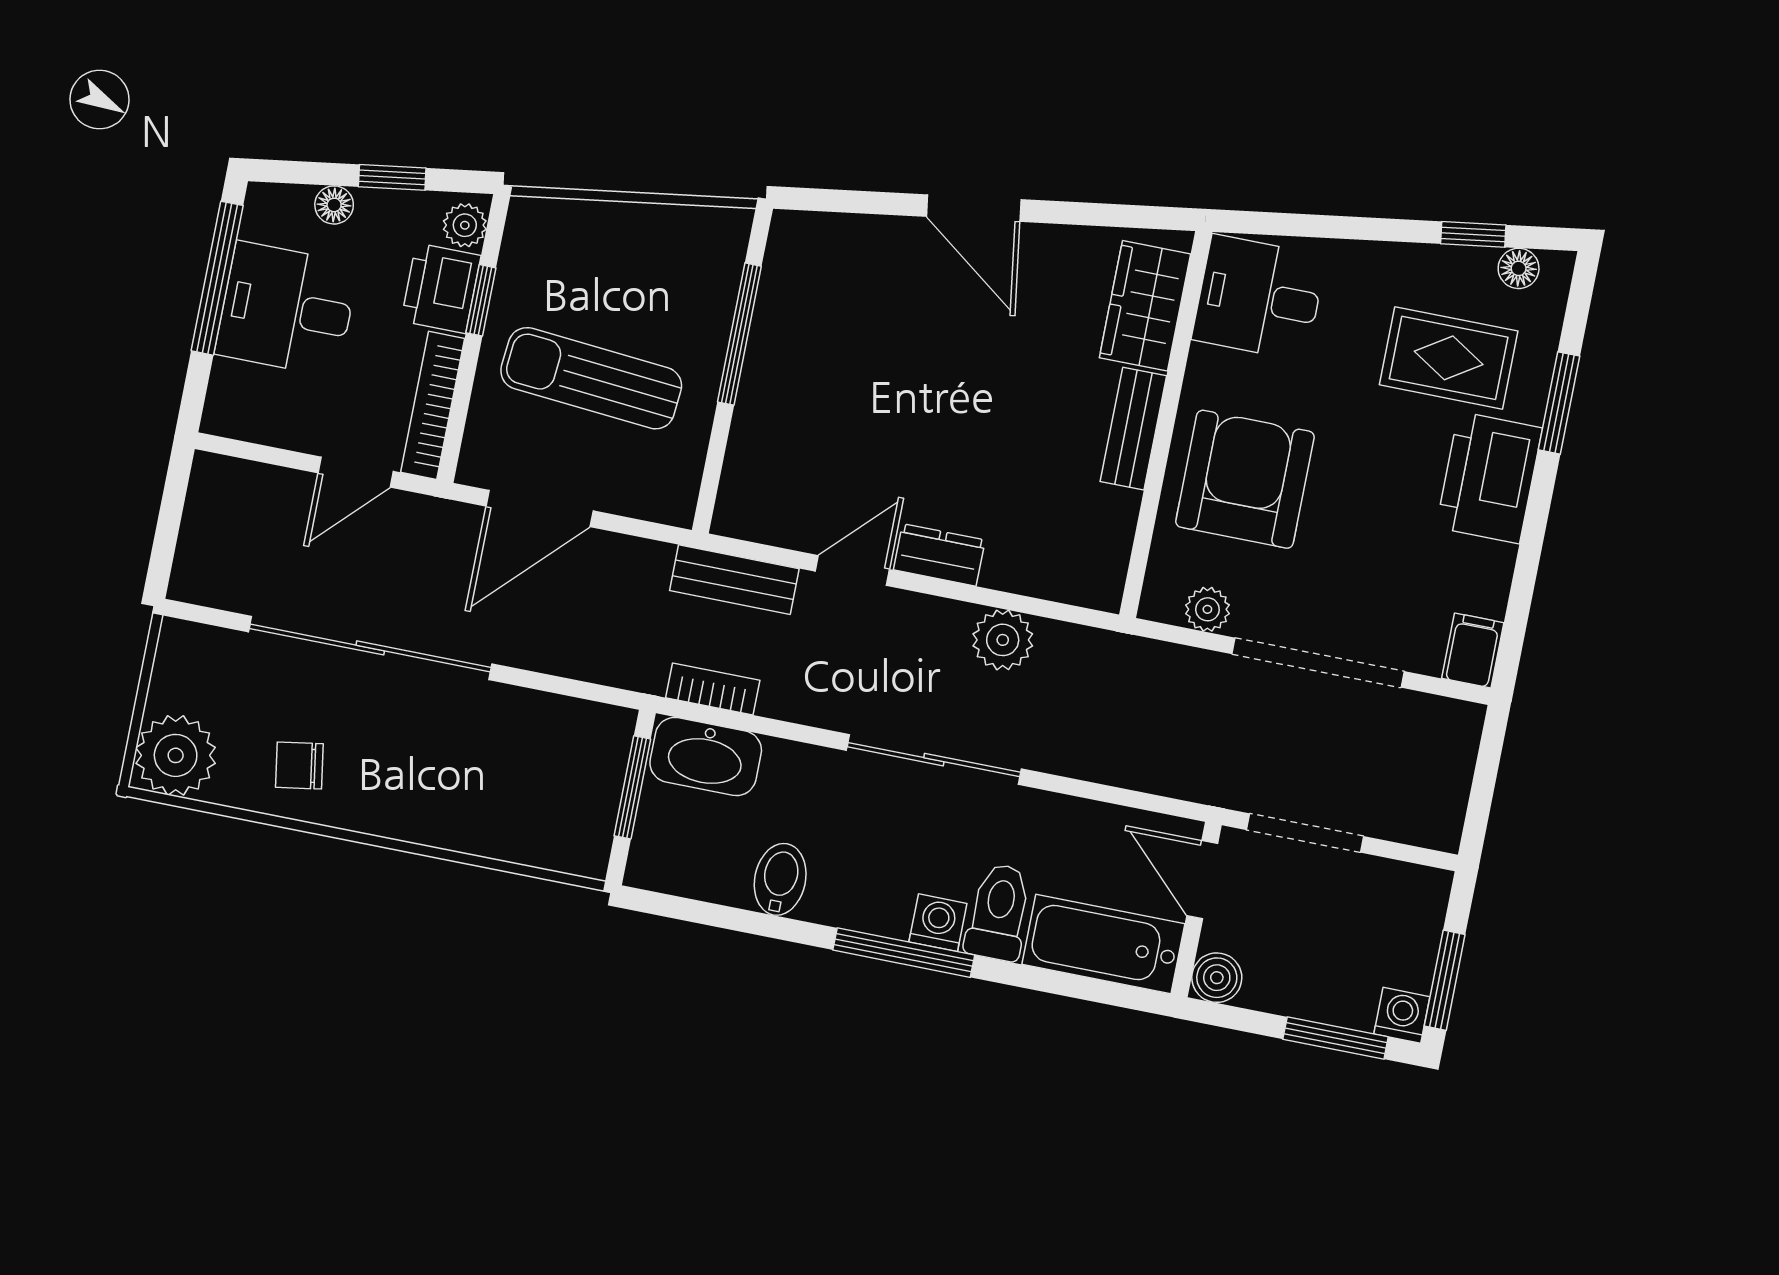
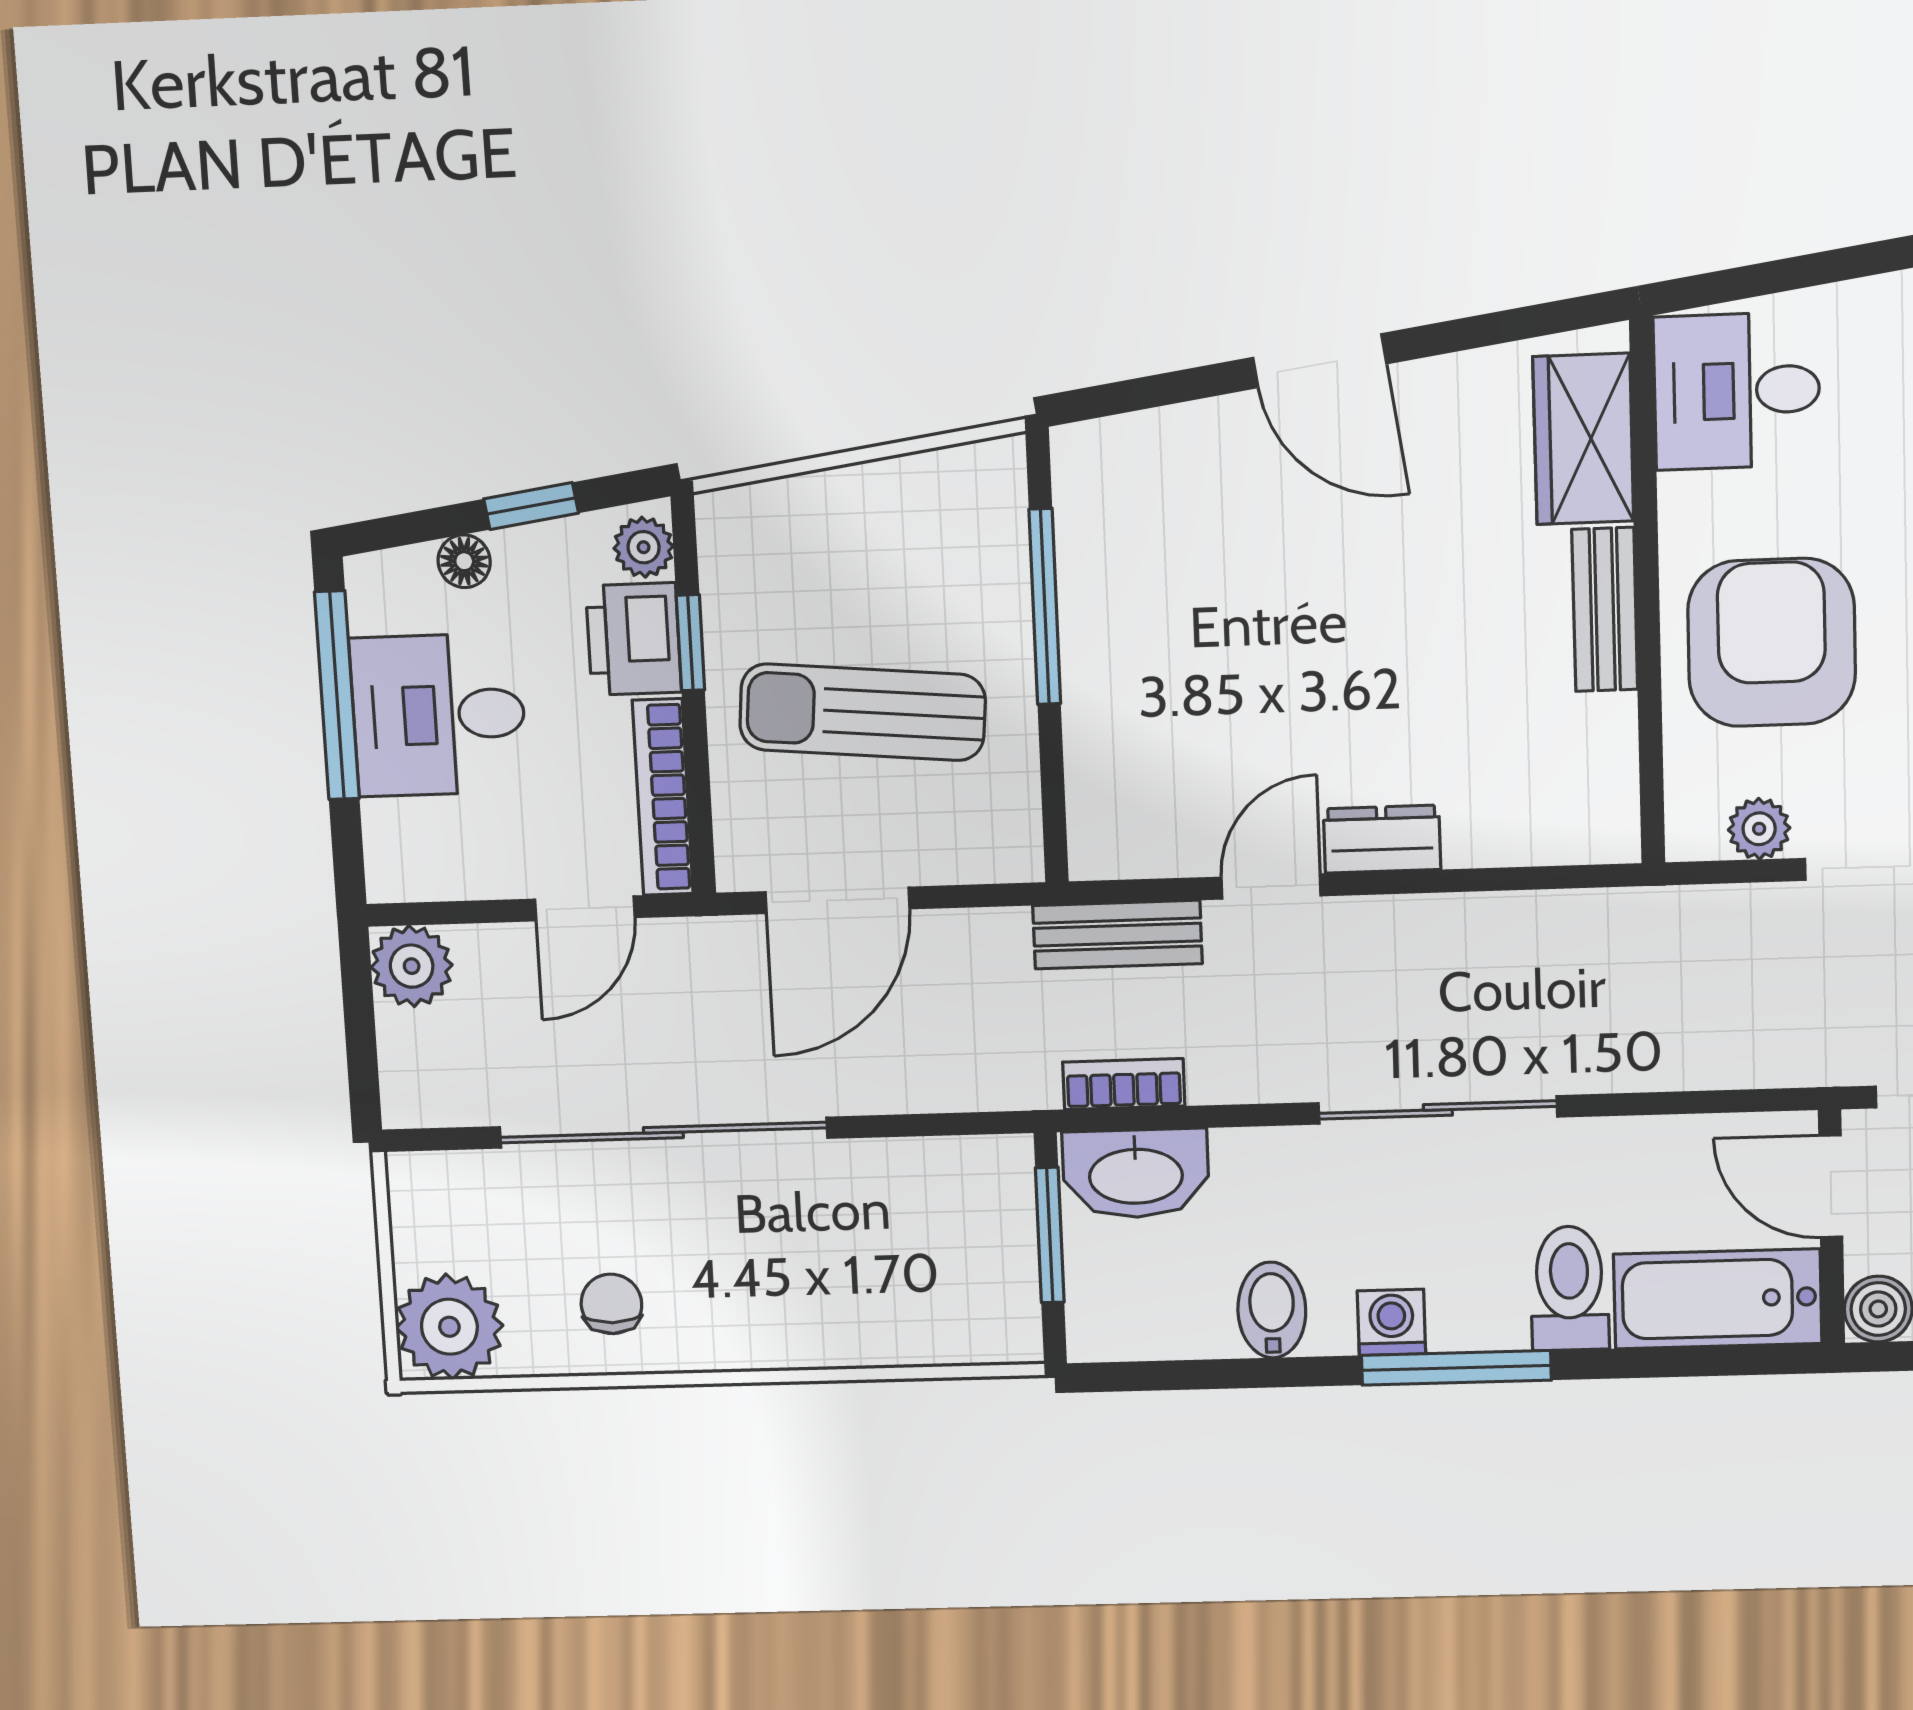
plant: (1003, 640) -> (412, 966), moved
chair: (299, 766) -> (611, 1304), turned 99
washing machine: (938, 923) -> (1392, 1322), moved

